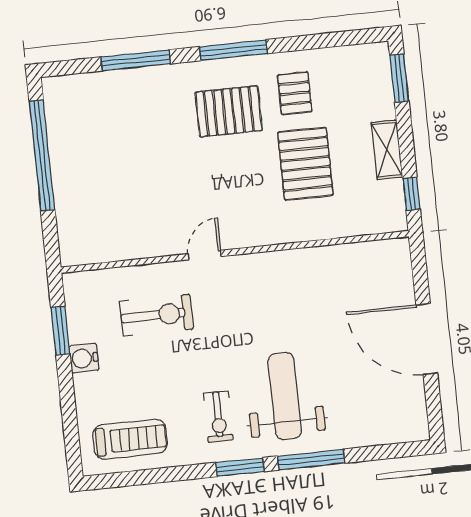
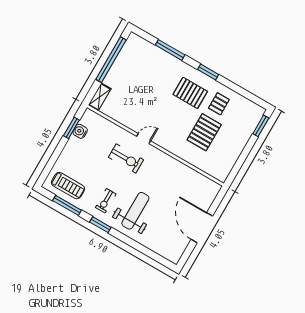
window: (233, 50) -> (208, 72), width x0.69
shelving: (387, 150) -> (100, 97), moved
window: (411, 194) -> (235, 171), removed
exercise bike: (156, 315) -> (126, 159), moved
water cooler: (84, 358) -> (80, 131), moved
window: (311, 460) -> (67, 205), moved

